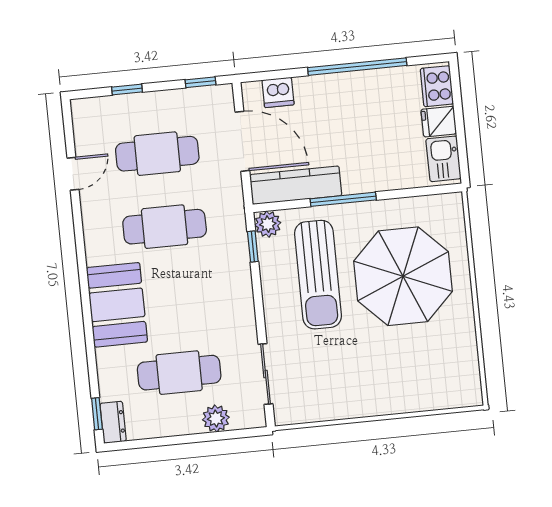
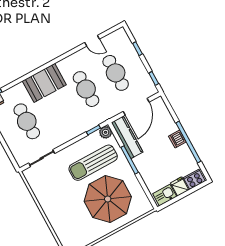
dishwasher: (278, 92) -> (177, 139), moved
plant: (216, 418) -> (14, 145), removed

